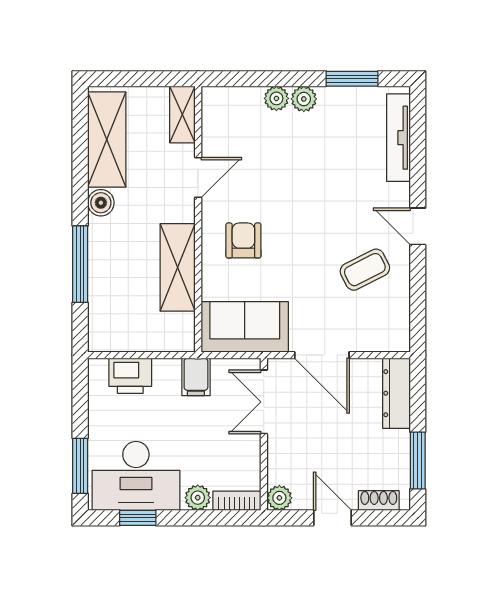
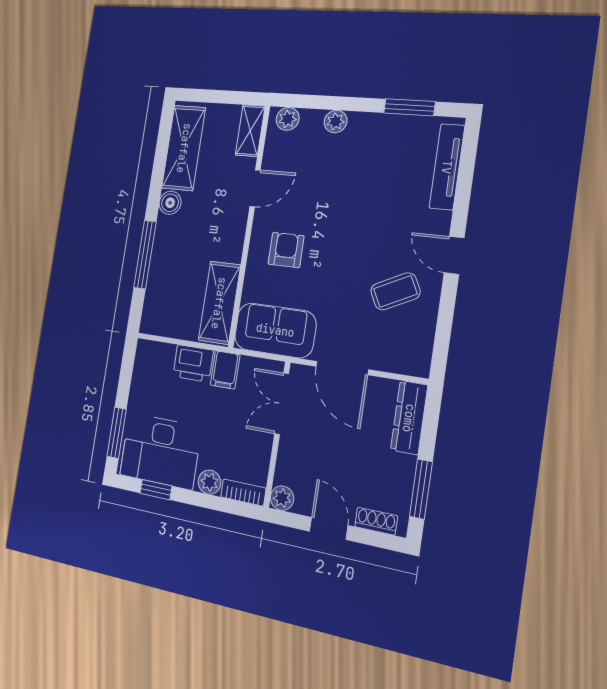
plant: (304, 99) -> (288, 119), moved
shelving: (178, 267) -> (219, 303), moved
printer: (130, 376) -> (193, 363), moved

